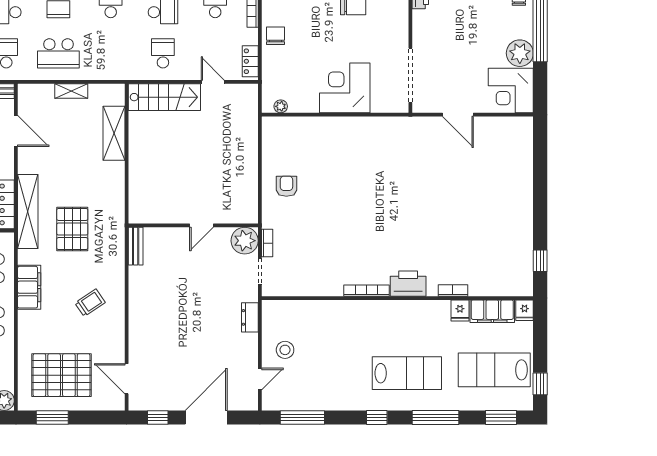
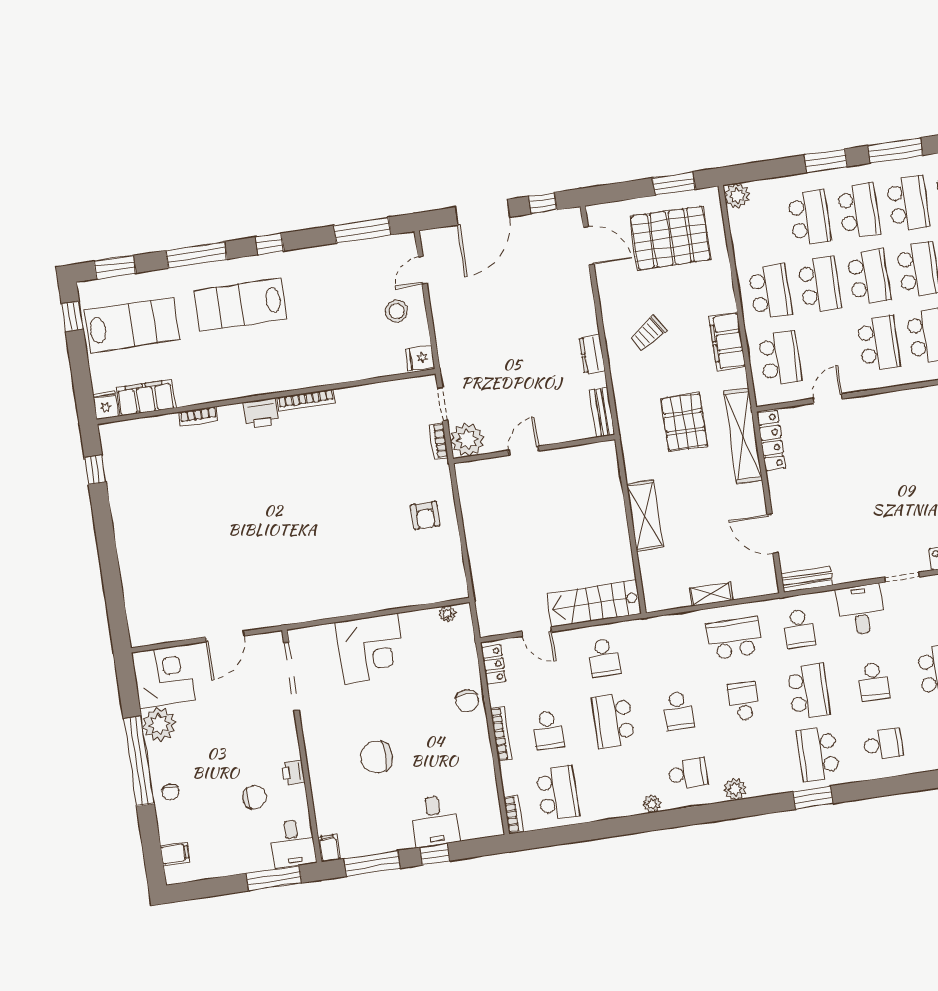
door: (458, 115) -> (225, 636), swing flipped
shelving: (114, 133) -> (645, 516), moved
printer: (408, 284) -> (261, 413), width x0.73, depth x0.84
fridge: (460, 310) -> (420, 358), moved, turned -90
dresser: (250, 317) -> (592, 354), moved, turned 180

